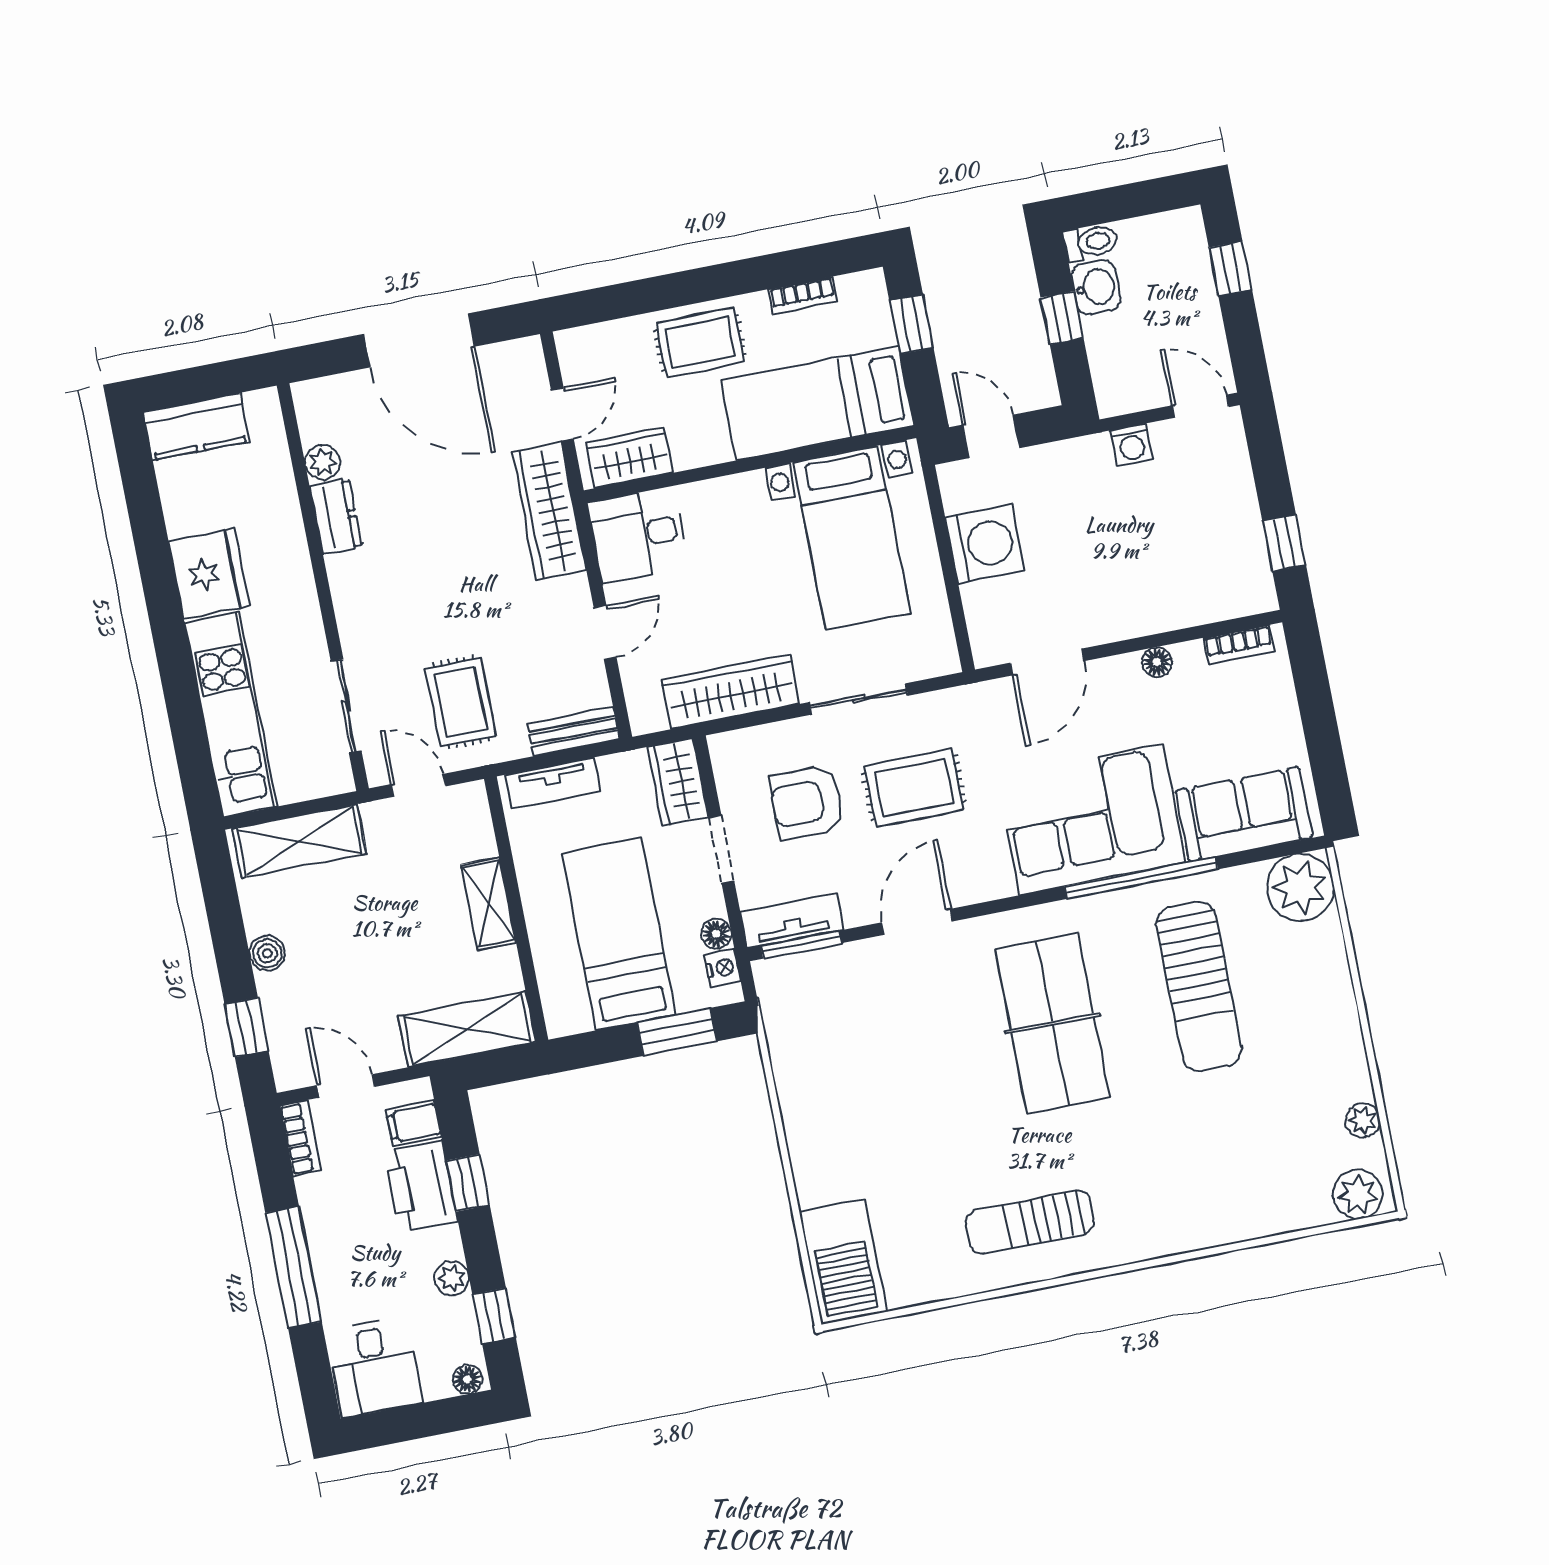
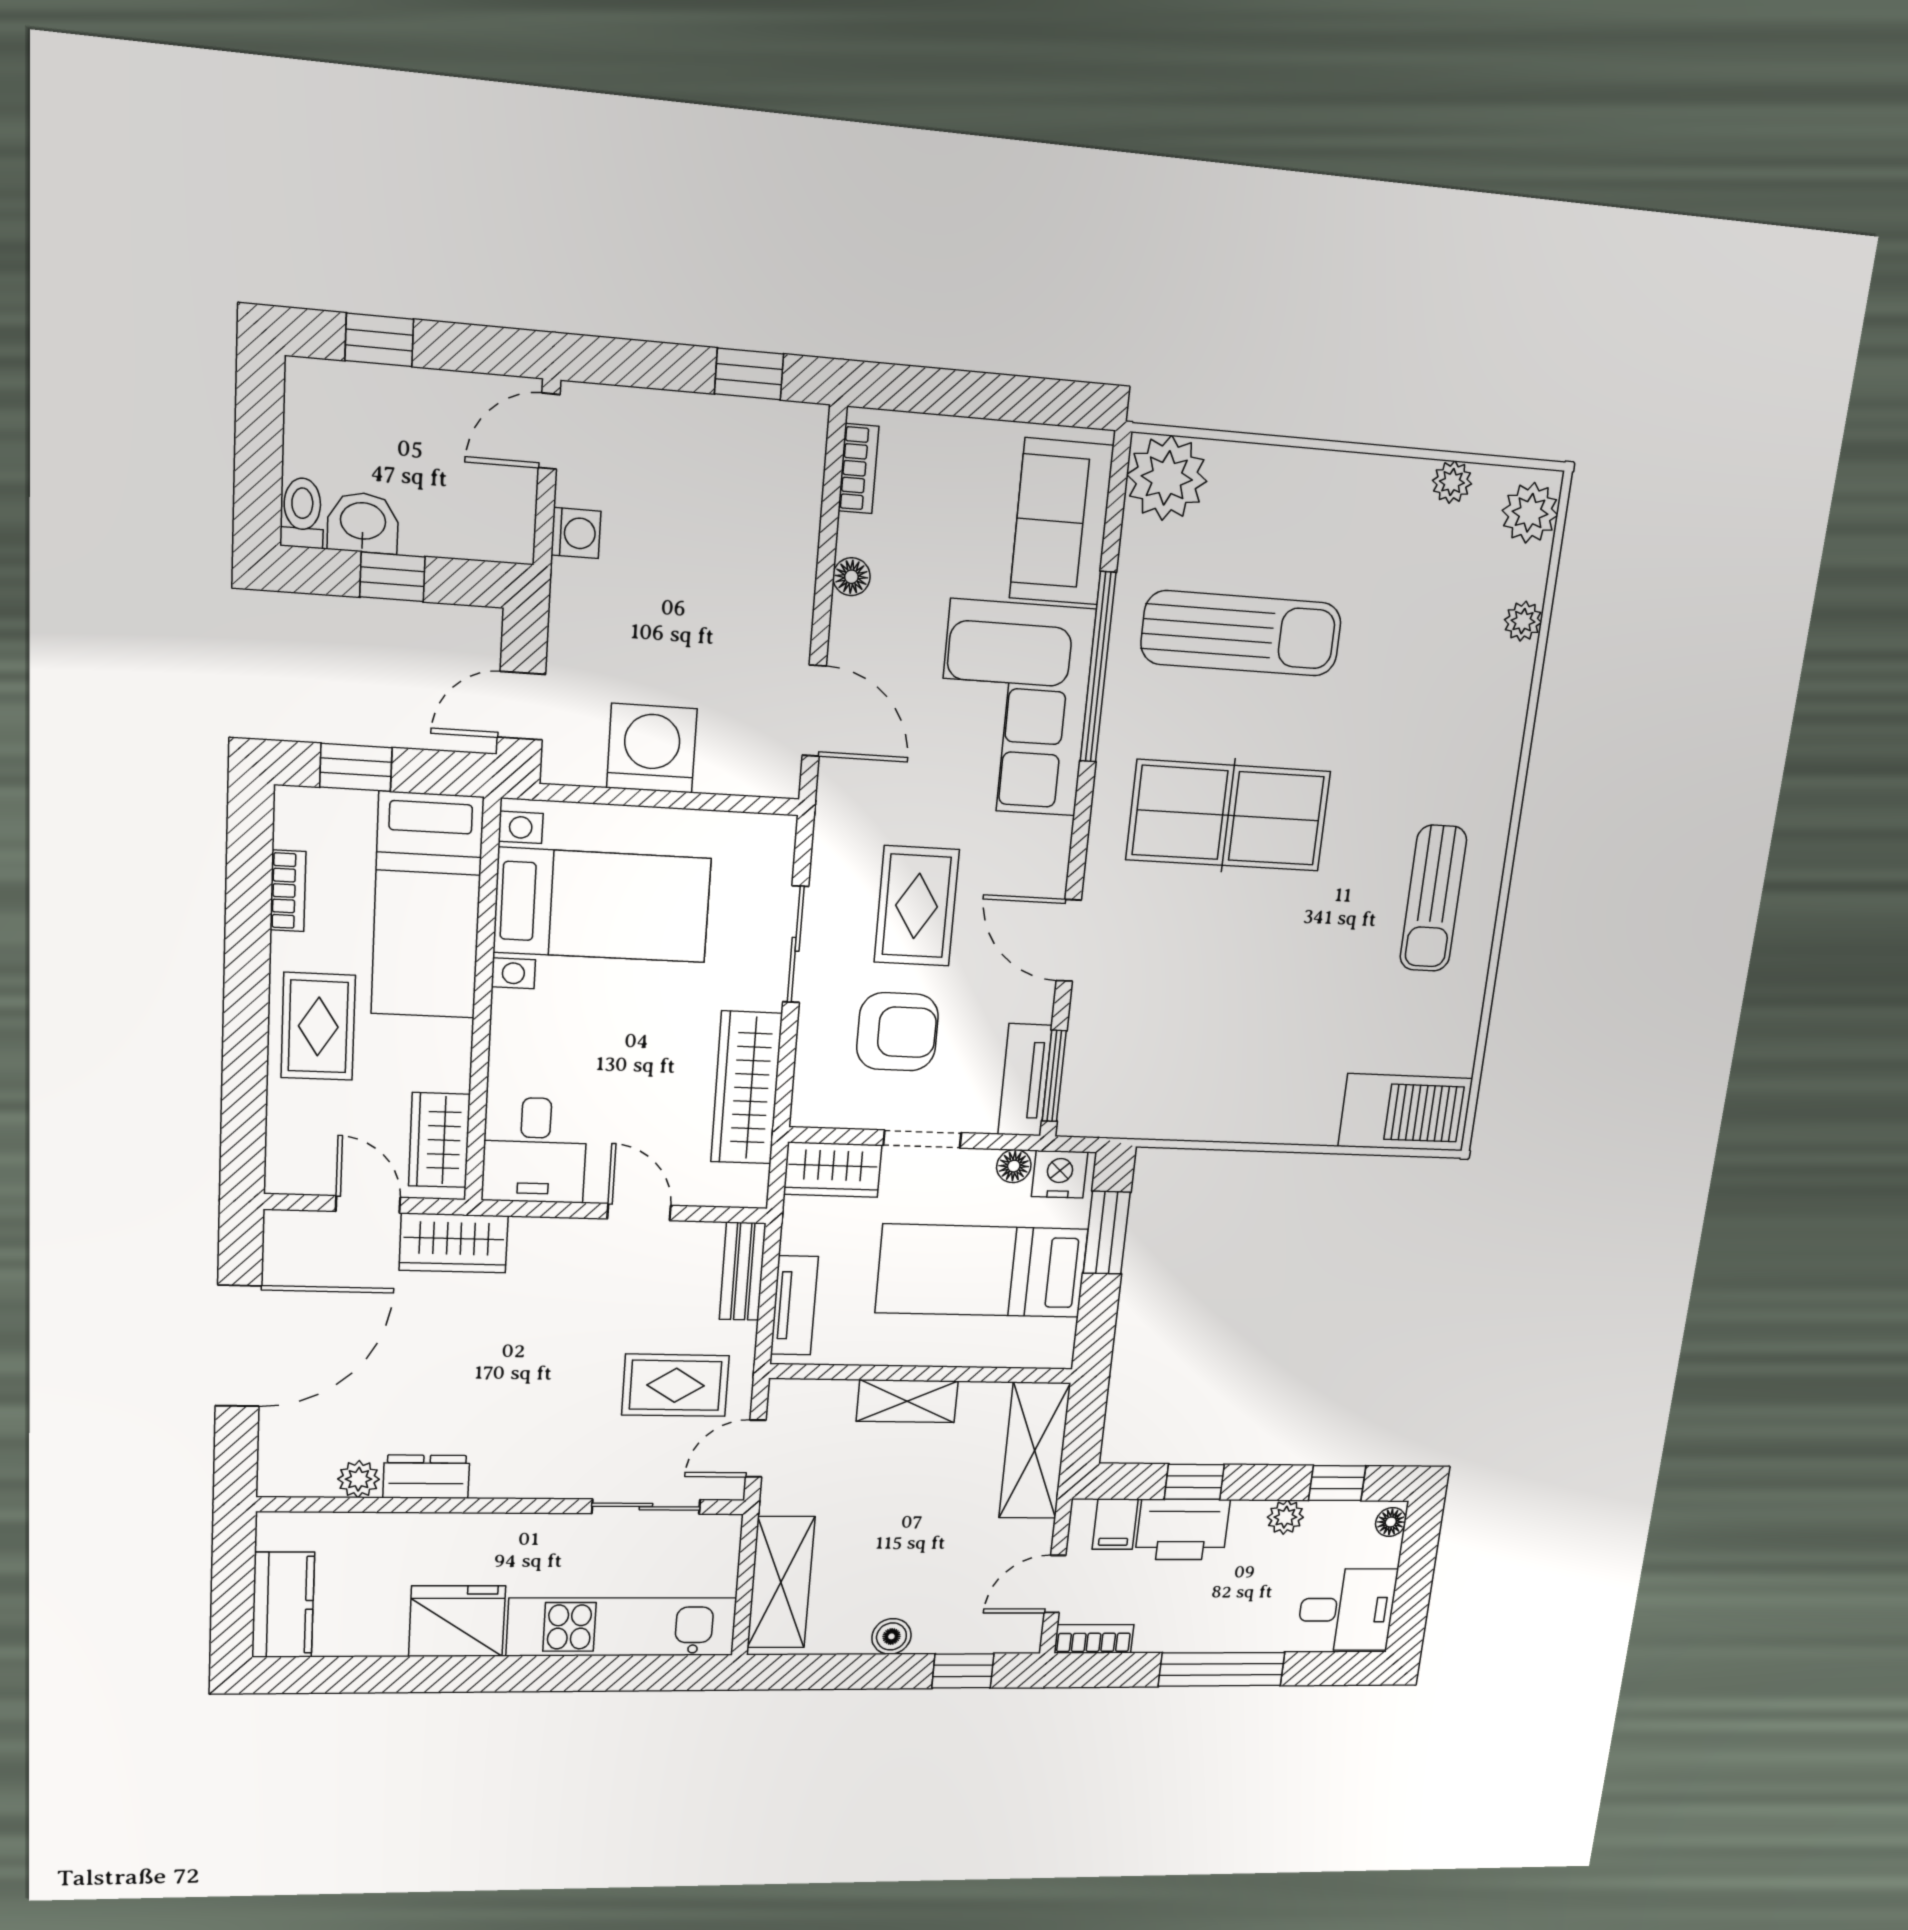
wardrobe: (549, 511) -> (454, 1243), width x0.67
armchair: (807, 802) -> (897, 1032), turned -90
nightstand: (722, 968) -> (1060, 1174), width x1.39, depth x1.35
plant: (1273, 1219) -> (1523, 621), added

